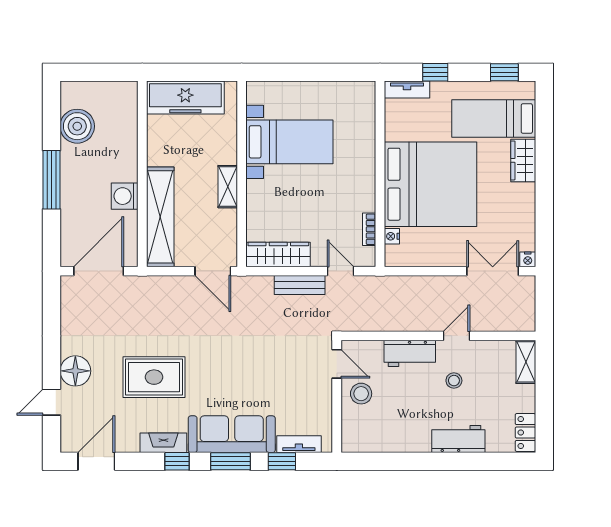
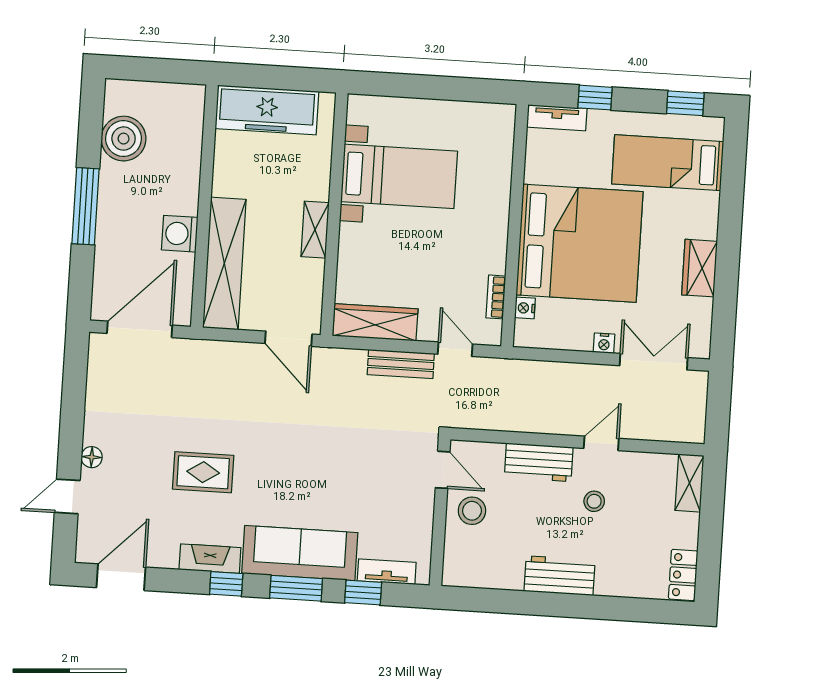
wardrobe: (523, 160) -> (700, 268), moved
nightstand: (528, 259) -> (604, 343), moved
floor lamp: (75, 371) -> (92, 457), width x0.53, depth x0.53
rug: (154, 377) -> (203, 472), width x0.73, depth x0.70
workbench: (458, 439) -> (559, 576), moved

